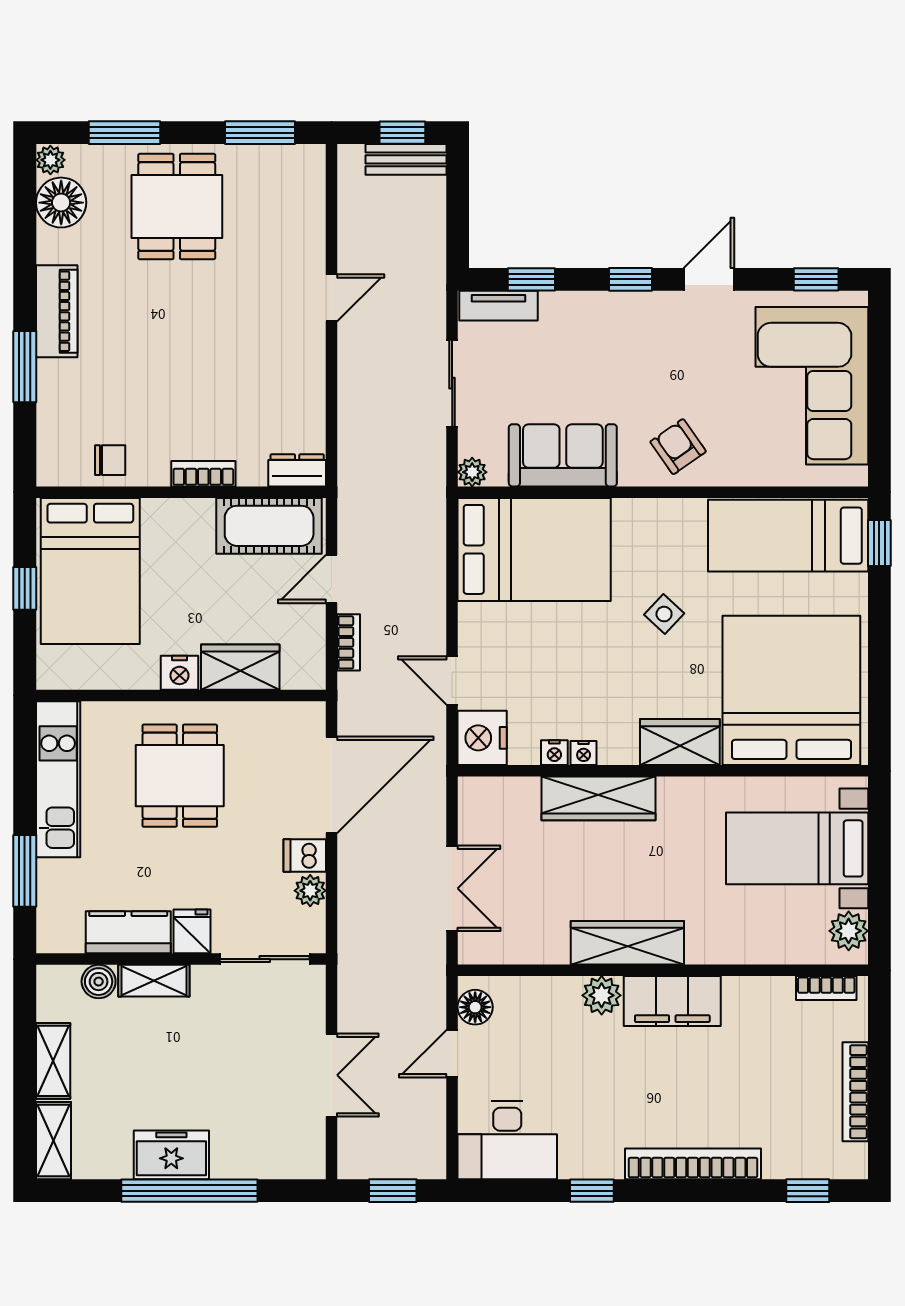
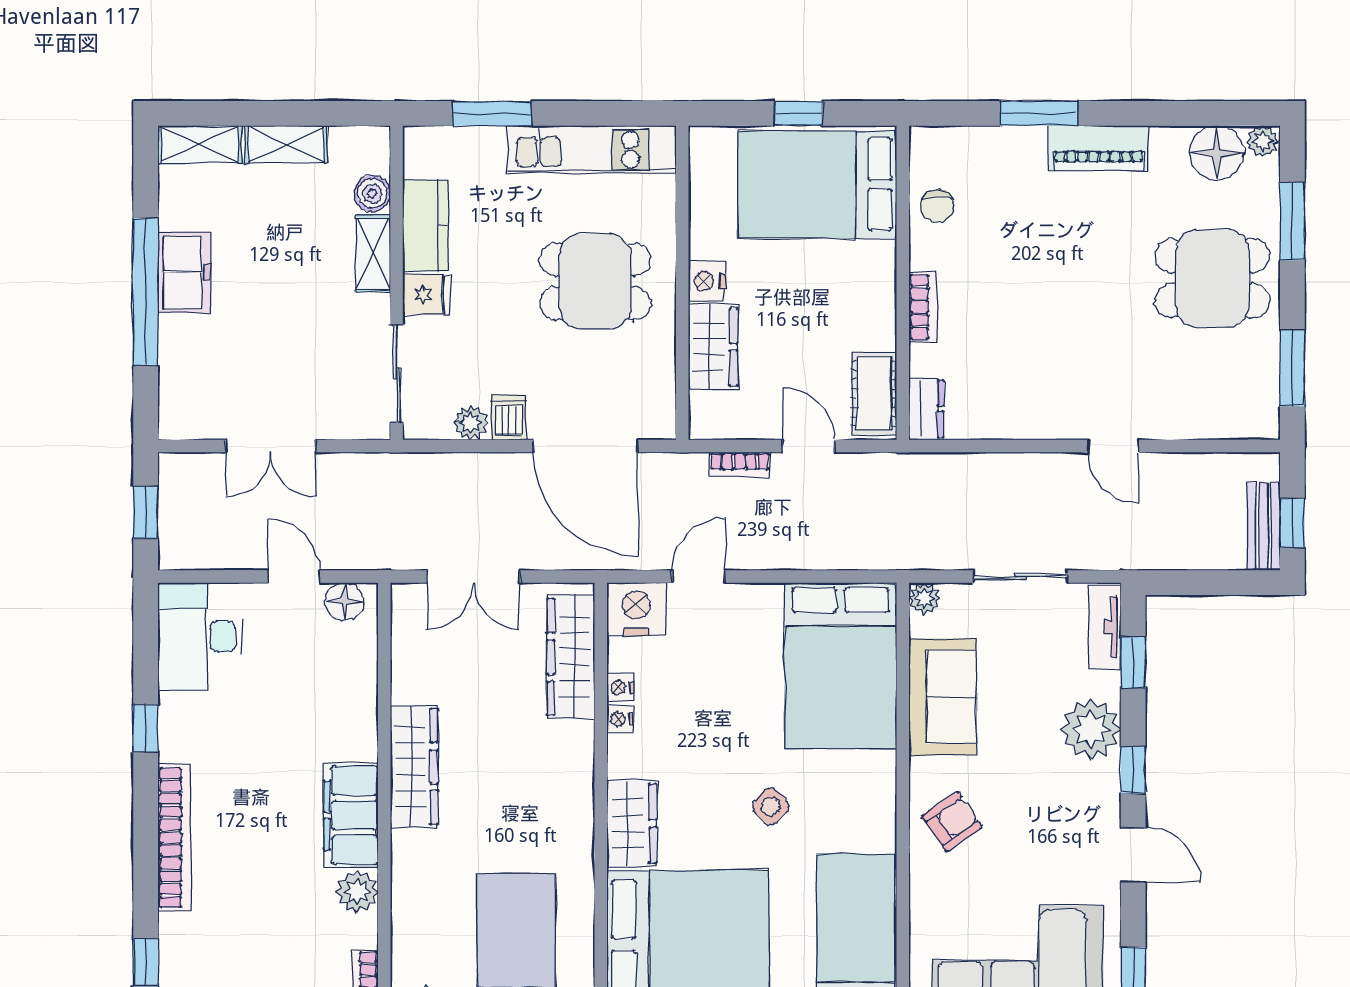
plant: (593, 318) -> (1091, 729), added
cot: (269, 526) -> (874, 394), width x0.73, depth x0.75
wardrobe: (598, 798) -> (571, 657), moved
plant: (602, 995) -> (357, 892), moved

